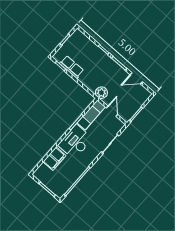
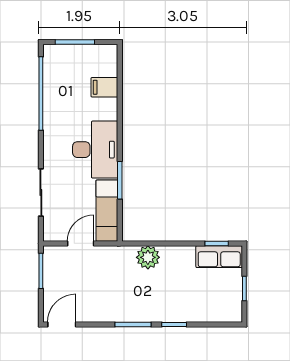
row of seats: (72, 67) -> (219, 257), moved
door: (136, 78) -> (62, 324), moved
plant: (101, 93) -> (148, 257), moved
door: (112, 111) -> (81, 243), swing flipped
filing cabinet: (54, 159) -> (104, 87), width x0.50

